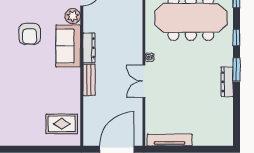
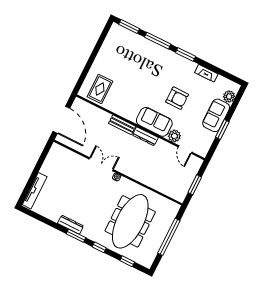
armchair: (30, 34) -> (177, 98), turned 180
tv unit: (170, 140) -> (35, 191), moved

